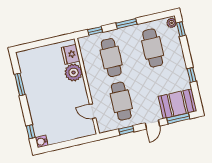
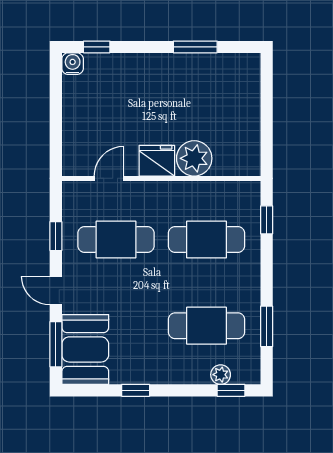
plant: (172, 23) -> (221, 375), moved
window: (127, 24) -> (267, 326), moved
fridge: (71, 54) -> (157, 161), moved

